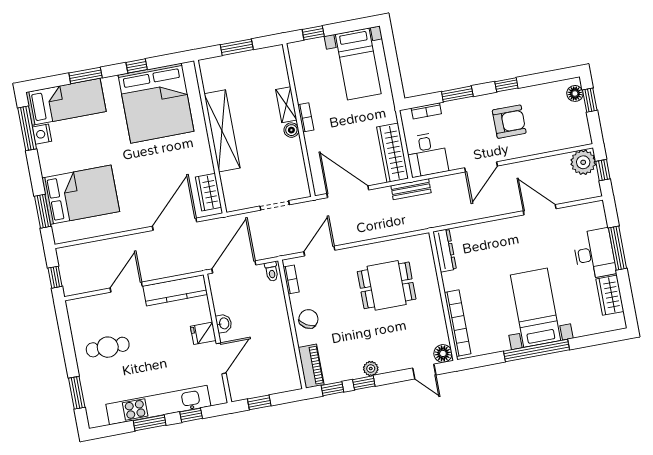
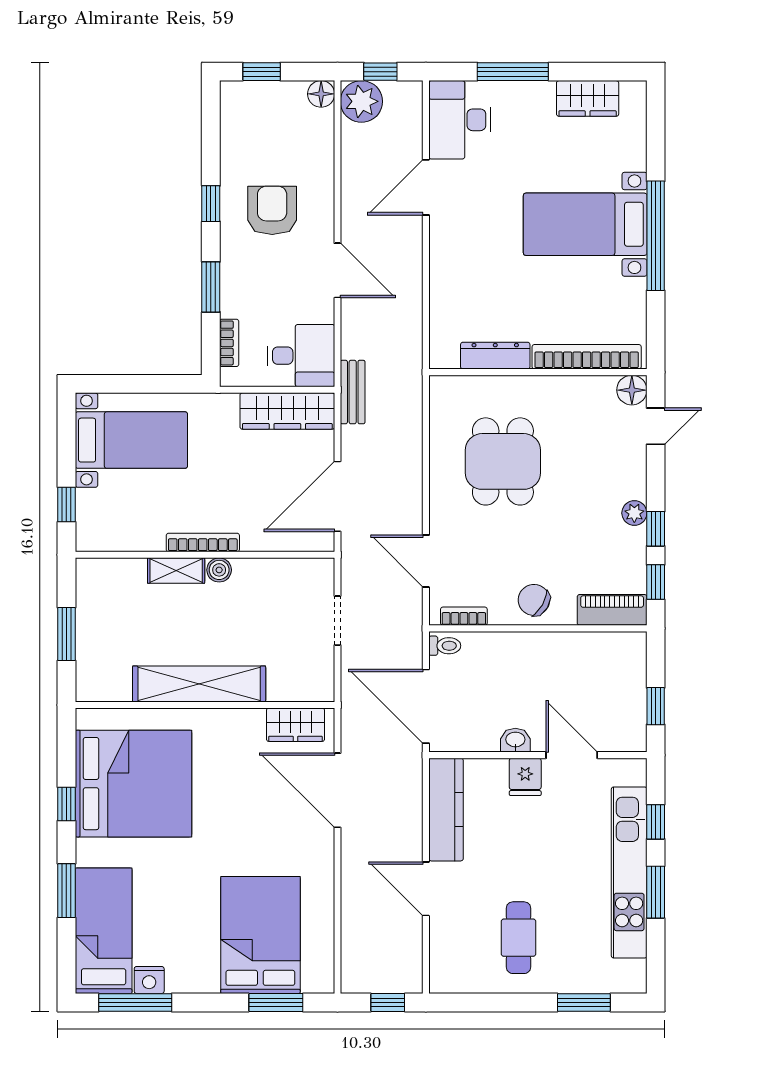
floor lamp: (575, 93) -> (321, 94), moved
bookcase: (306, 117) -> (203, 542), width x1.56
dresser: (445, 250) -> (495, 356), moved
desk: (594, 254) -> (460, 120), moved, turned -90

